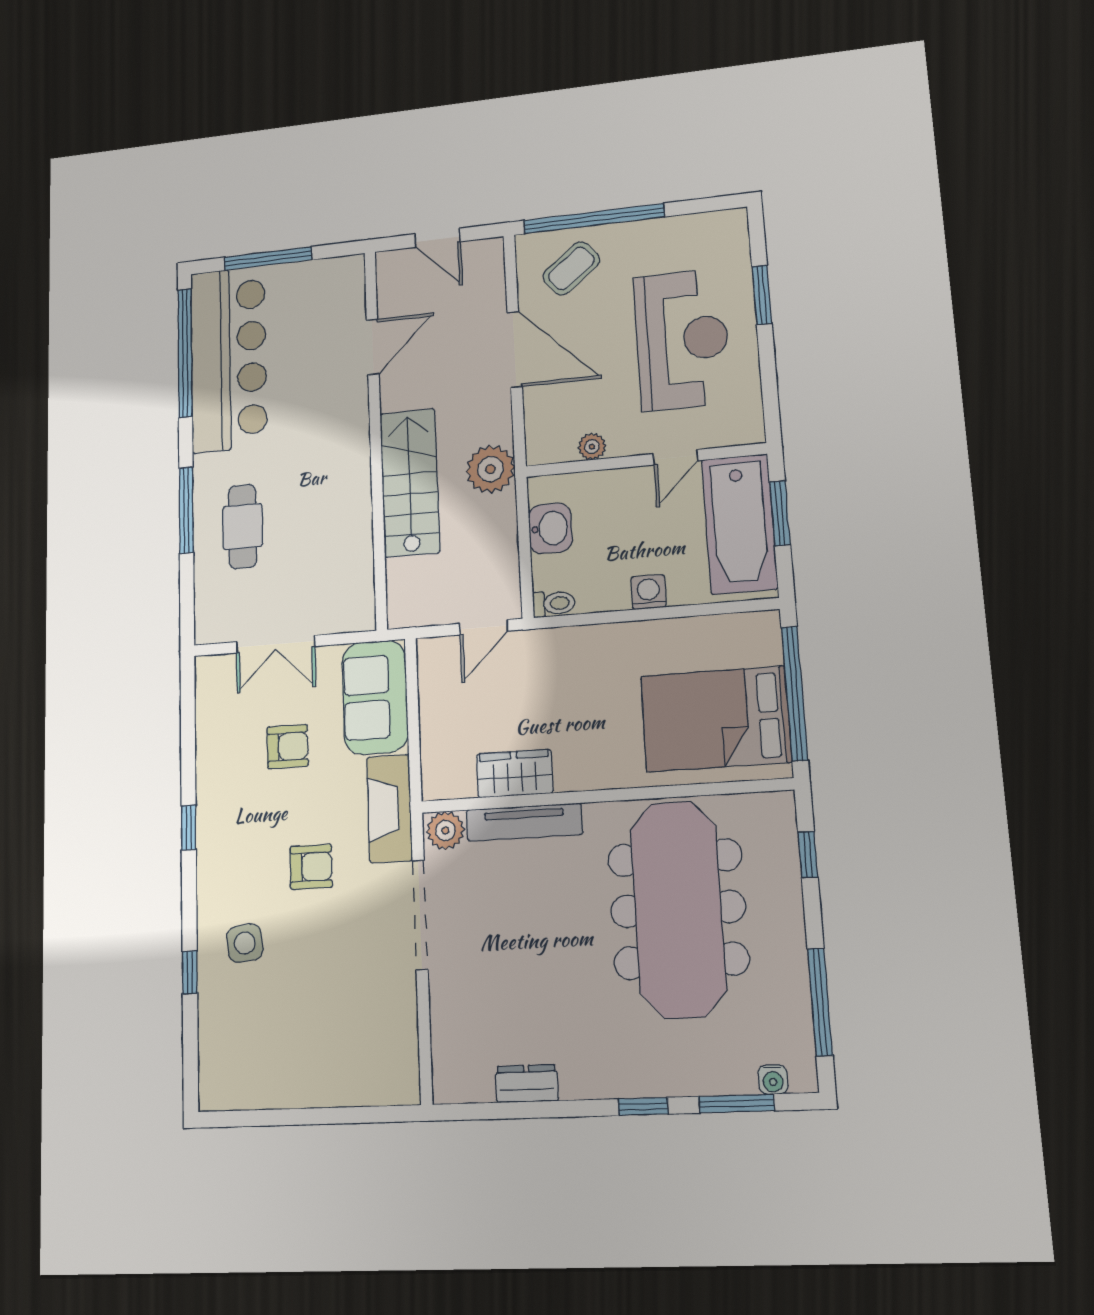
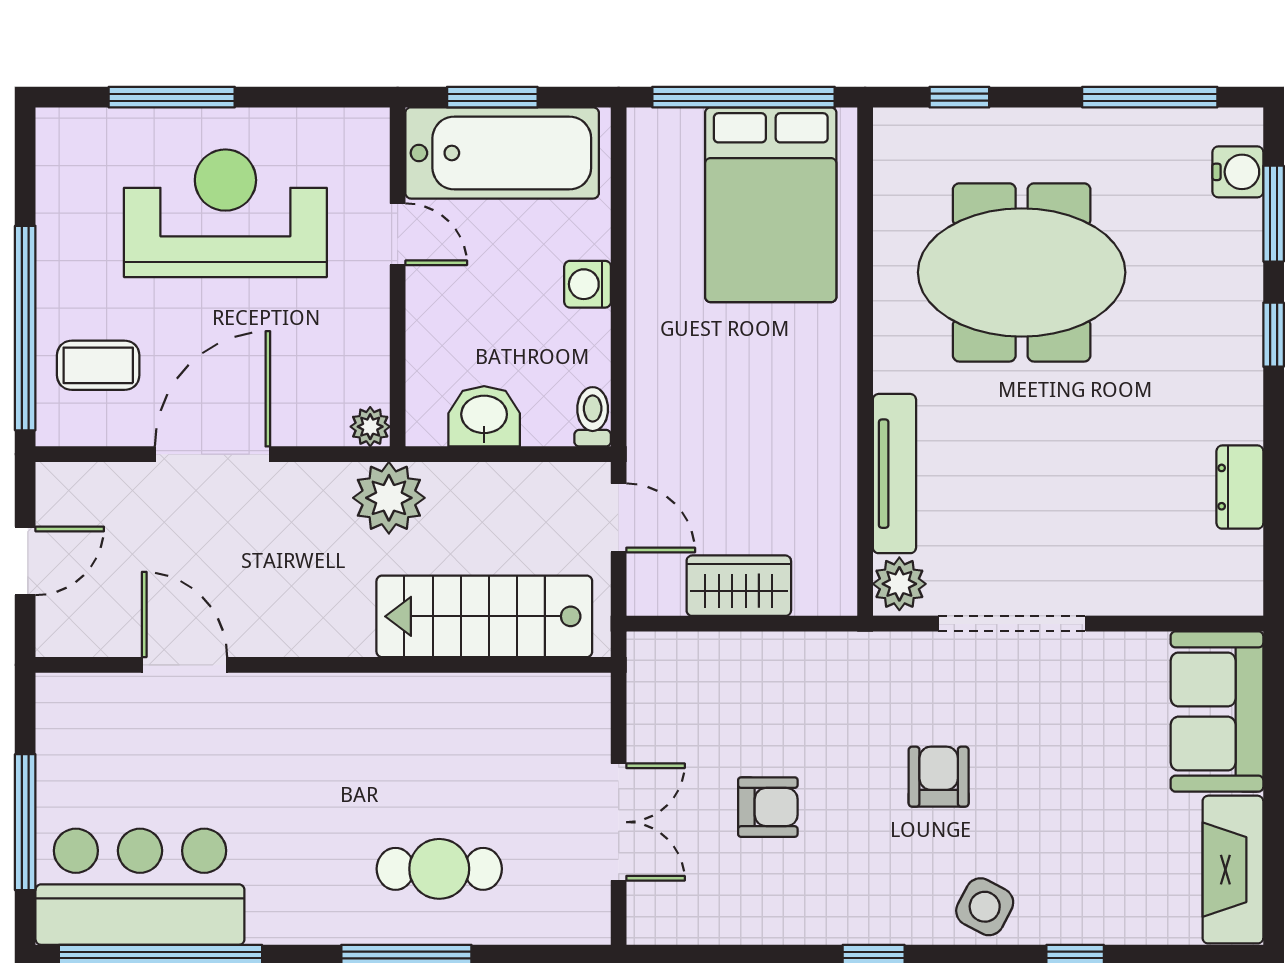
coffee table: (571, 268) -> (98, 365), turned -51
window: (762, 295) -> (172, 97), width x1.44
bar counter: (229, 359) -> (140, 887), width x0.73
plant: (592, 447) -> (370, 427), moved
stairs: (410, 483) -> (484, 616), moved
sofa: (375, 697) -> (1217, 712), moved, turned 90
armchair: (288, 747) -> (768, 807), turned 90
wardrobe: (515, 774) -> (739, 586), moved, turned 90
fireplace: (390, 809) -> (1233, 870), moved, turned 90
meeting table: (678, 909) -> (1022, 272), width x0.73
side table: (245, 943) -> (985, 907), moved, turned 35
water cooler: (773, 1079) -> (1238, 172), width x1.38, depth x1.38

